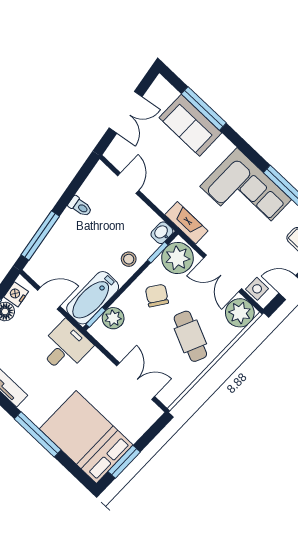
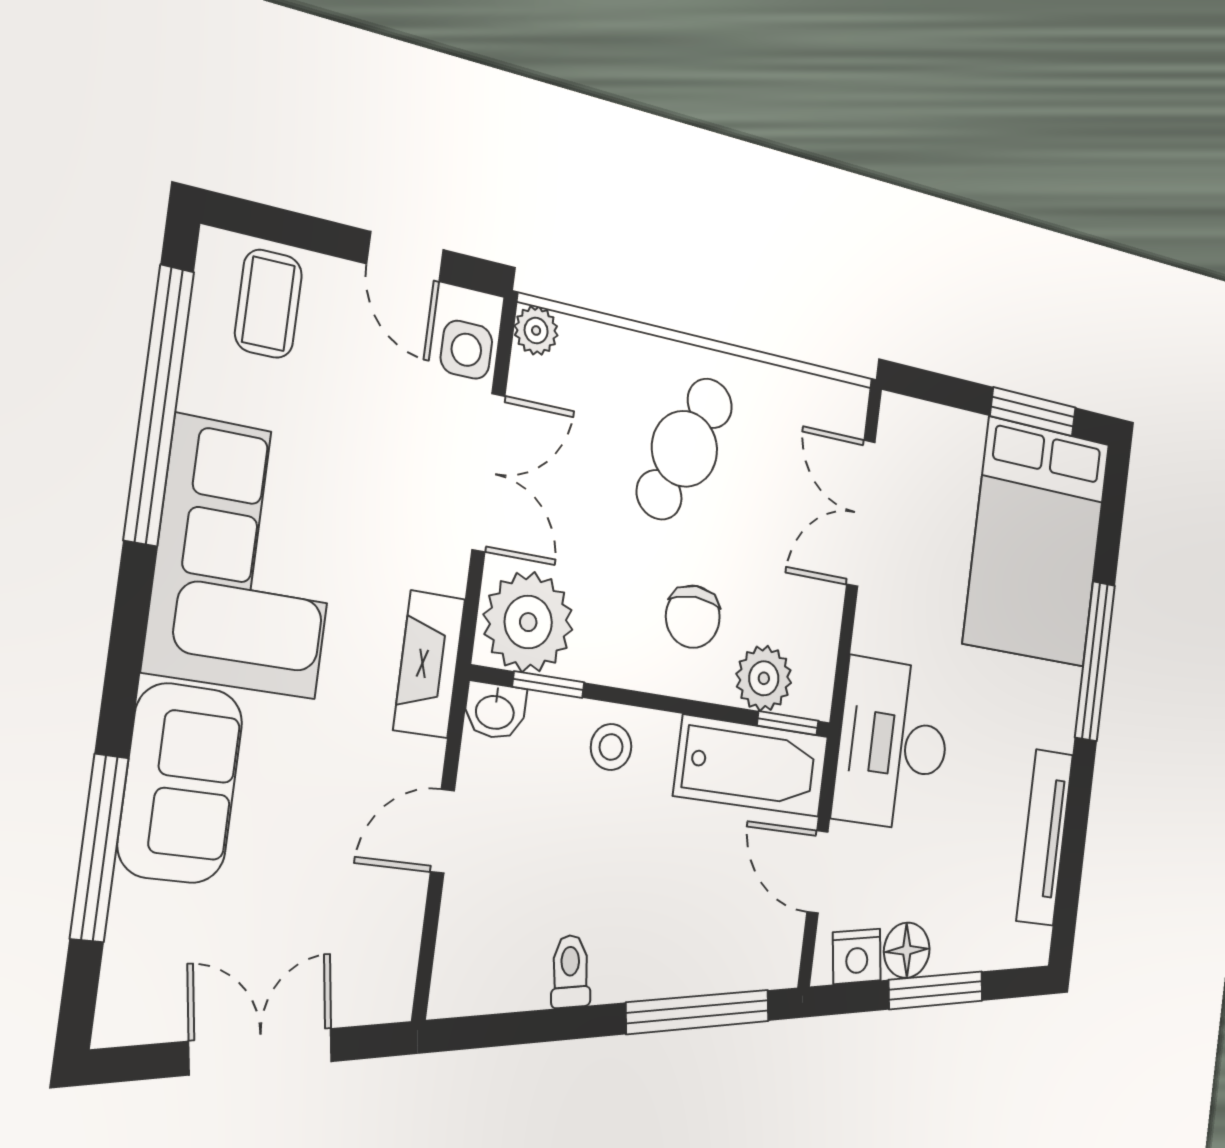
sofa: (190, 125) -> (180, 783), moved
door: (128, 183) -> (442, 831), moved
chair: (157, 295) -> (693, 617), moved, turned -35
plant: (240, 313) -> (536, 331), width x0.53, depth x0.53
desk: (65, 347) -> (893, 745), width x1.37

